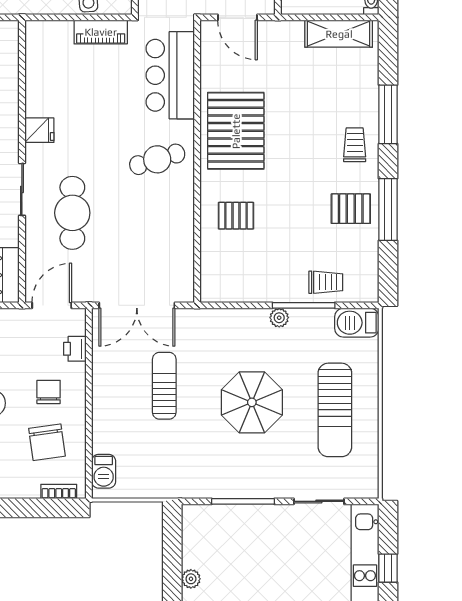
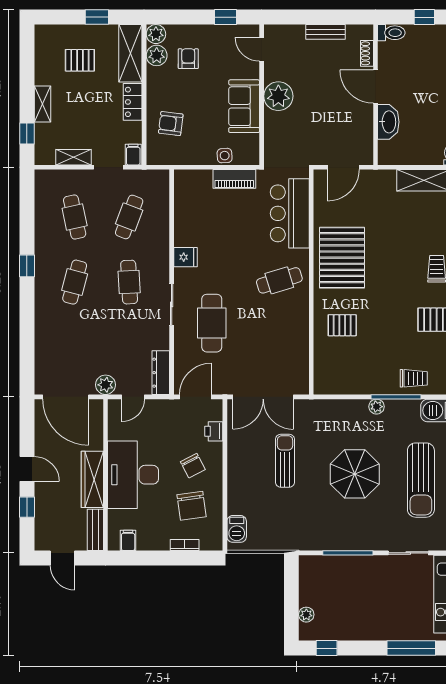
door: (237, 17) -> (343, 167), hinge flipped
chair: (49, 392) -> (193, 466), turned 153
bookcase: (59, 491) -> (185, 545), moved

